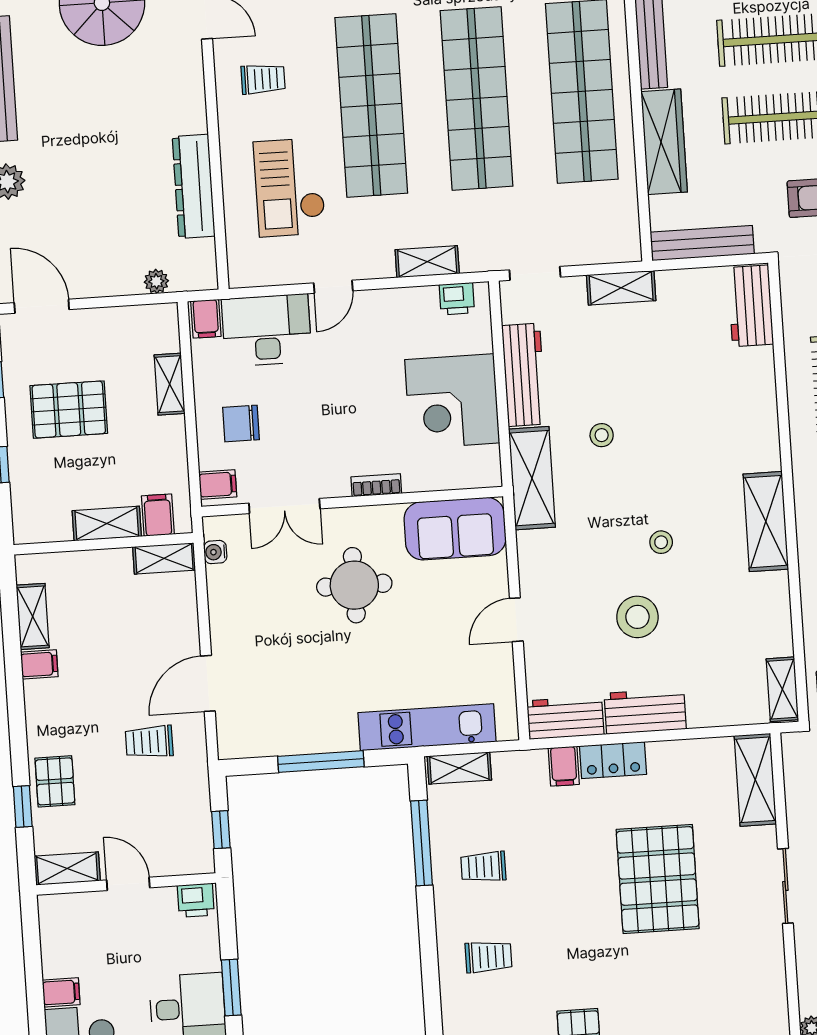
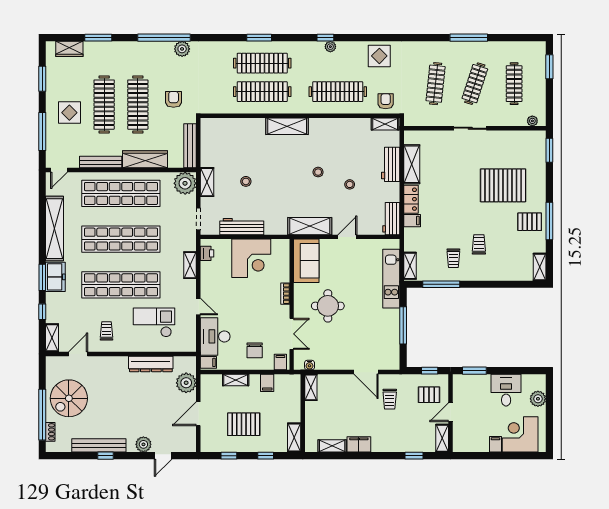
checkout: (290, 187) -> (154, 322), turned 180
plant: (615, 237) -> (185, 183), added
plant: (156, 281) -> (186, 383), width x1.88, depth x1.88
door: (42, 306) -> (198, 414), moved
workbench: (750, 306) -> (218, 127), removed
pallet: (69, 410) -> (244, 424), turned 90
stool: (602, 435) -> (246, 181), moved
shelving: (532, 478) -> (310, 226), moved
filing cabinet: (158, 515) -> (267, 383), moved, turned -90
shelving: (766, 522) -> (287, 126), moved
shelving: (107, 524) -> (294, 438), moved
stool: (637, 617) -> (350, 184), width x0.53, depth x0.53
door: (516, 620) -> (347, 237), swing flipped
filing cabinet: (39, 664) -> (359, 444), width x2.00
workbench: (645, 711) -> (391, 164), moved
shelving: (755, 780) -> (412, 164), moved, turned 90
pallet: (55, 781) -> (429, 395), moved
pallet: (658, 879) -> (503, 185), moved
printer: (196, 900) -> (459, 383), removed
trolley: (489, 957) -> (479, 244), moved
window: (231, 987) -> (474, 371), moved

